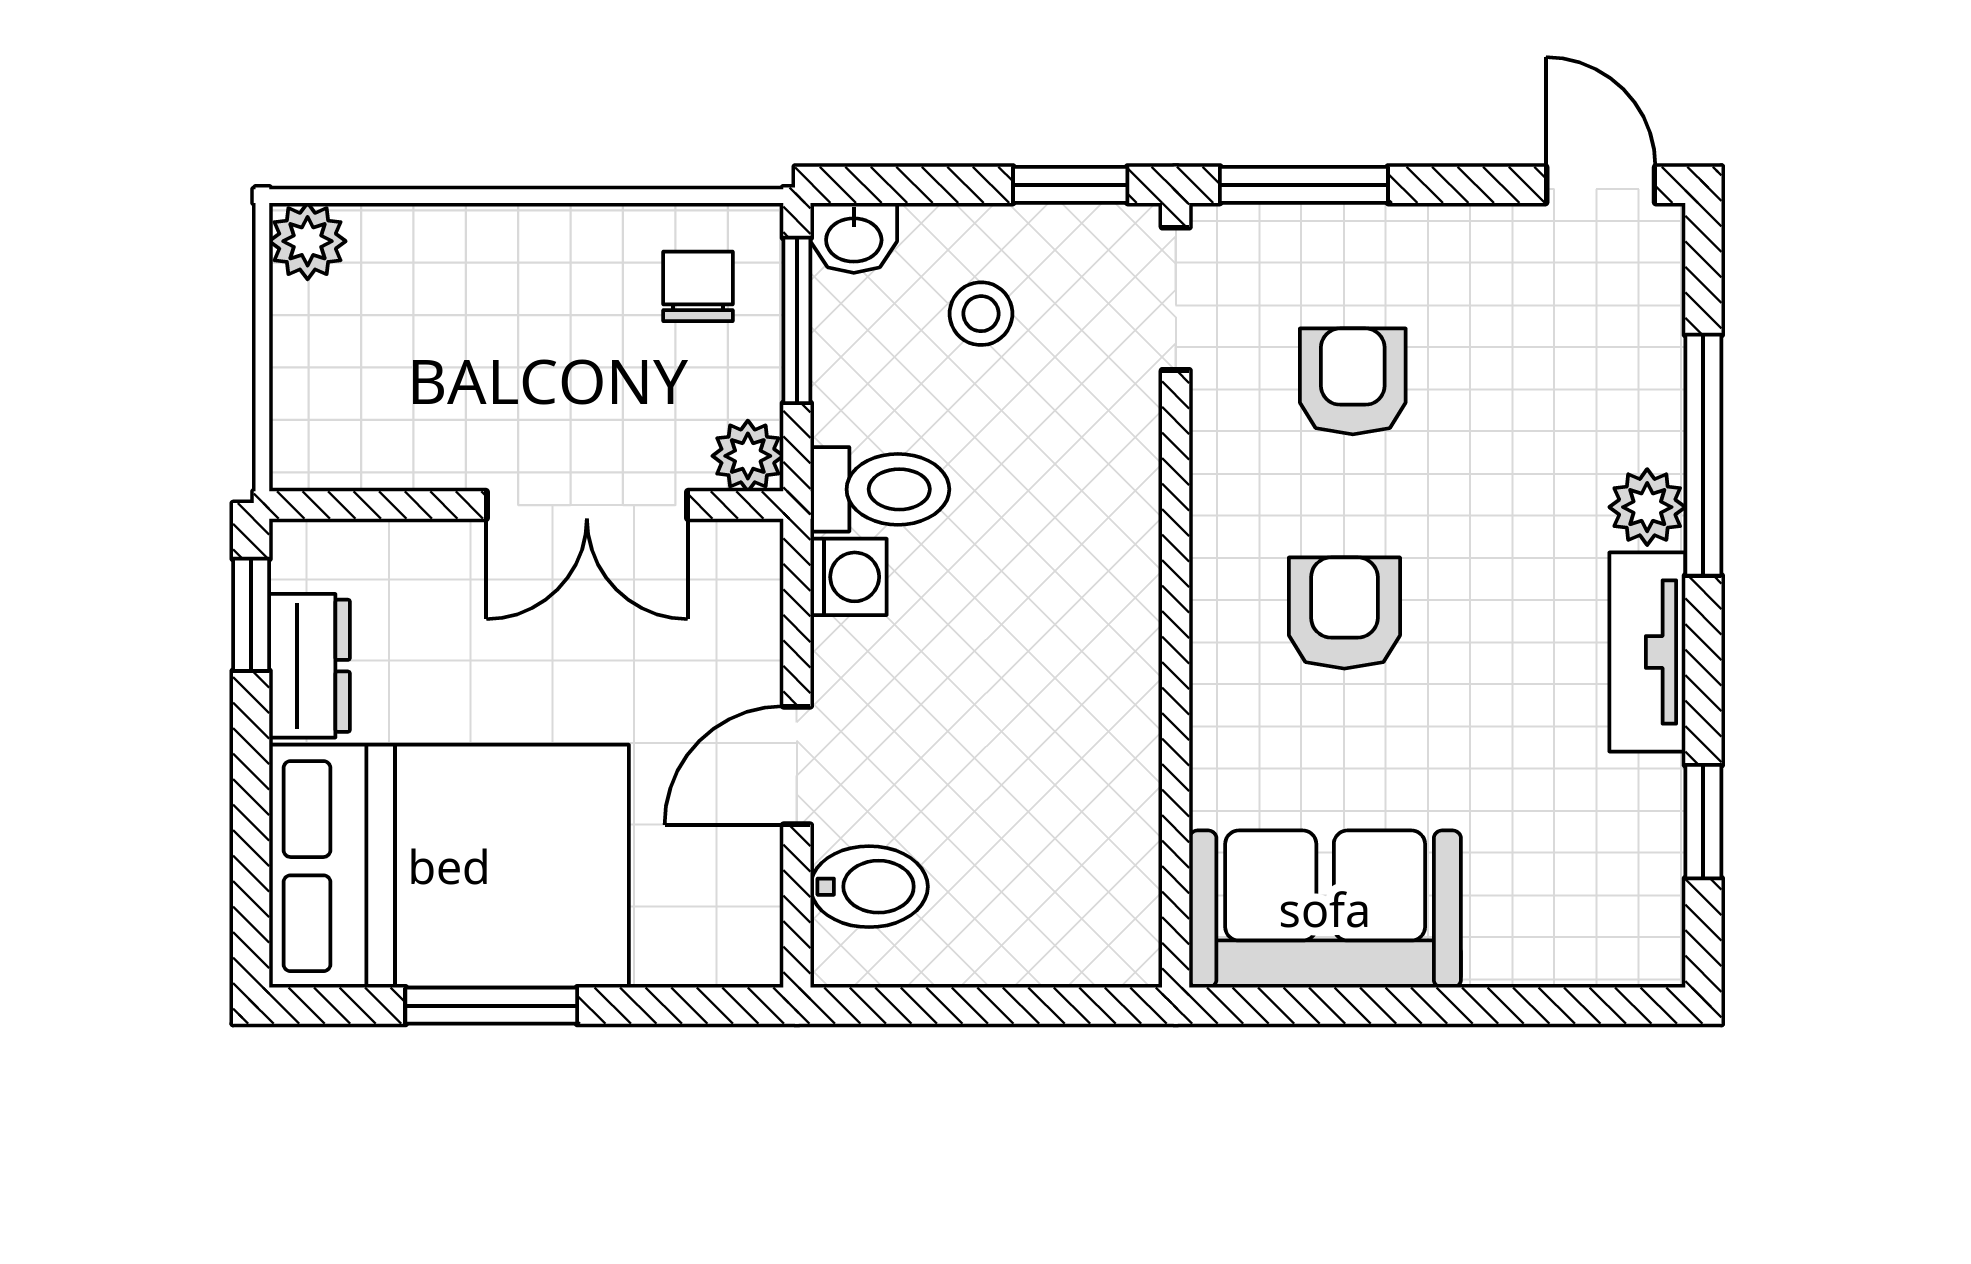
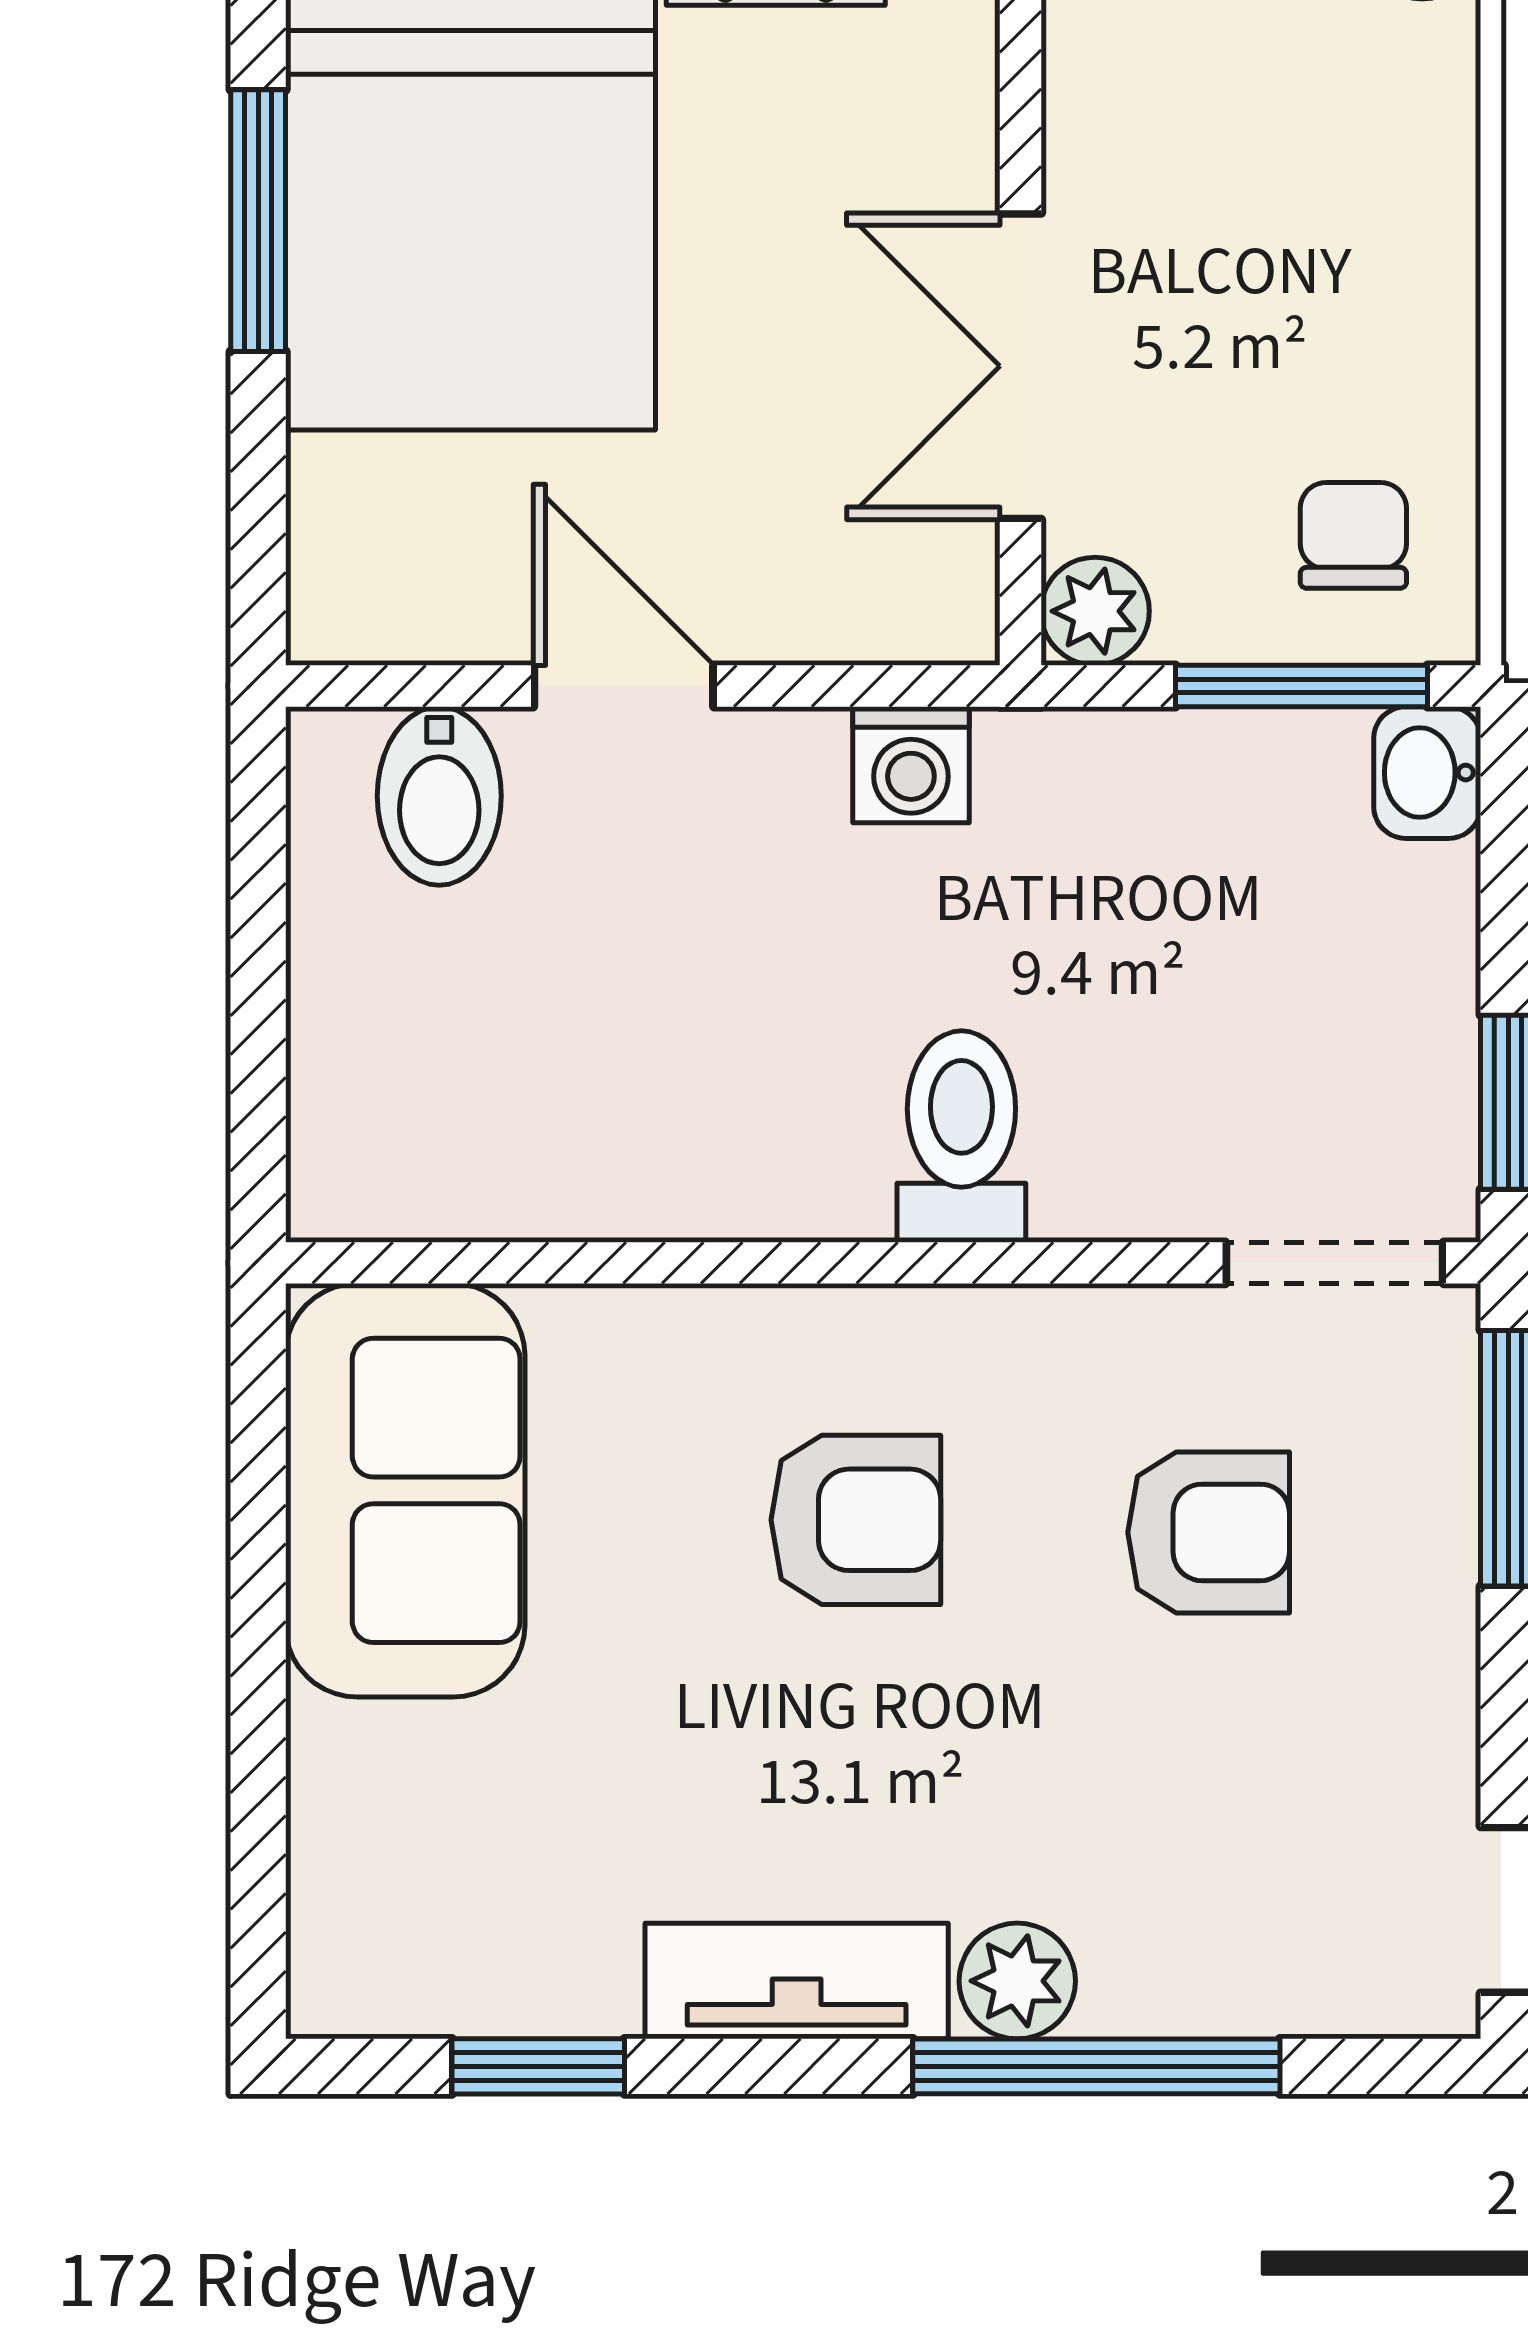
chair: (698, 286) -> (1353, 535), turned -90
stool: (981, 314) -> (1312, 966), removed
toilet: (880, 489) -> (961, 1136), moved, turned 180

